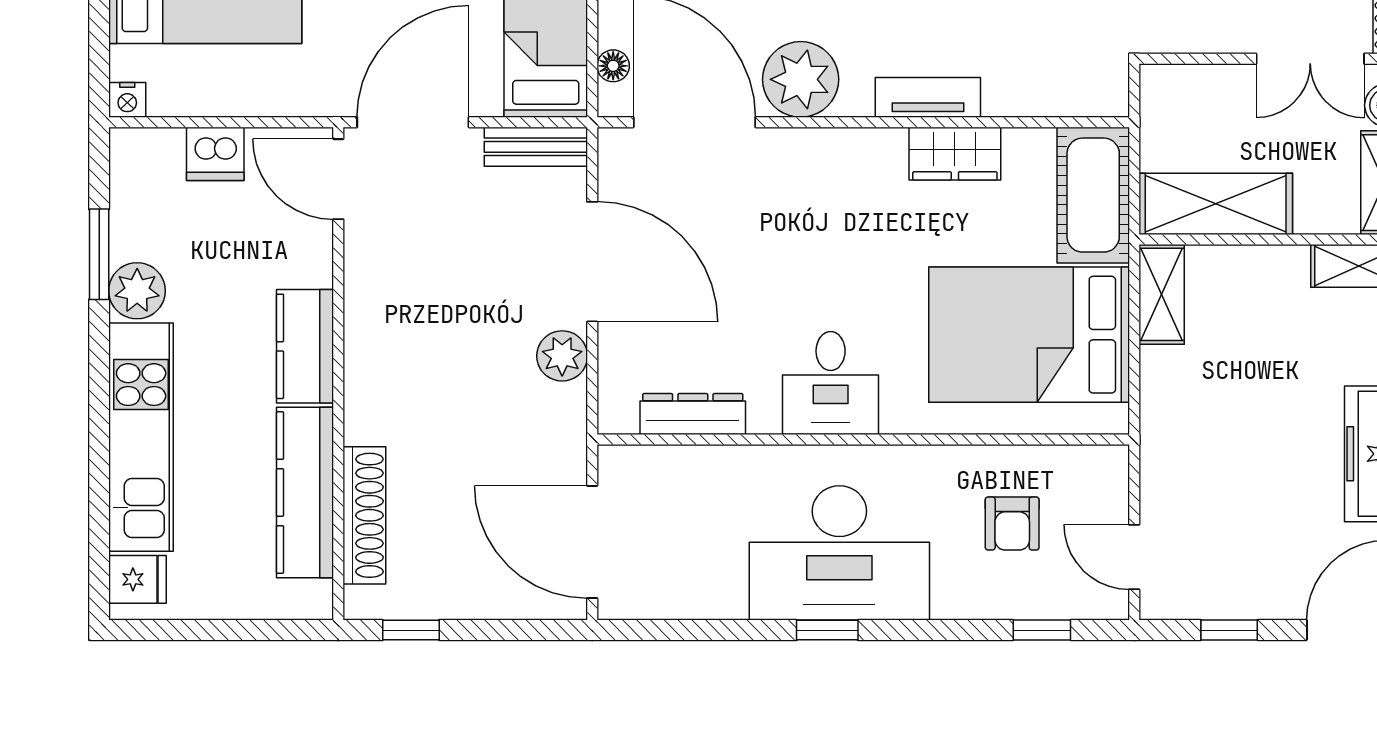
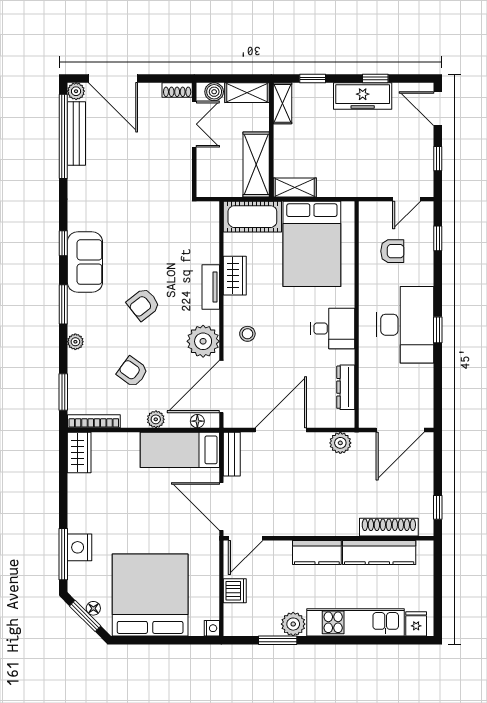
stool: (818, 183) -> (247, 334), added
plant: (562, 356) -> (340, 443), moved

